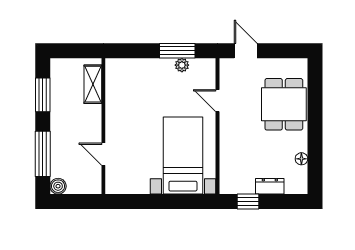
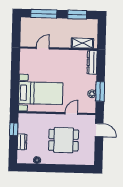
door: (246, 51) -> (99, 130), hinge flipped
dresser: (126, 66) -> (92, 62), added
dining table: (284, 104) -> (64, 140), moved
boiler: (58, 186) -> (25, 22), removed

